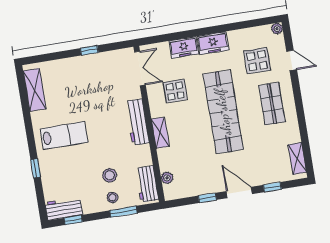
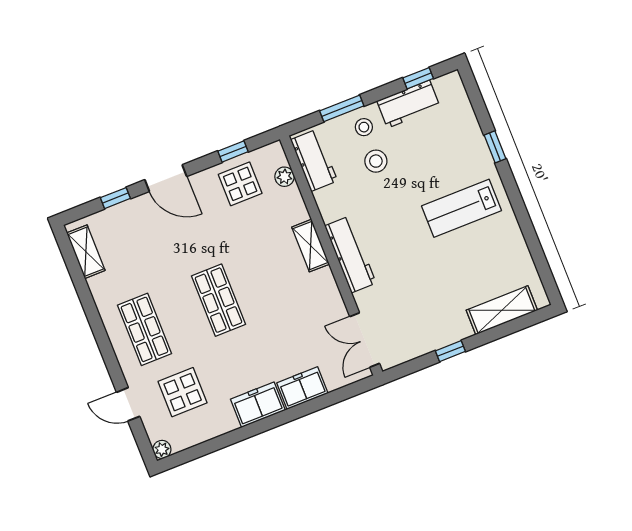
shelving: (35, 90) -> (502, 310), moved, turned 90
display table: (175, 91) -> (240, 184), moved
shop shelf: (223, 112) -> (218, 300), width x0.50, depth x0.74
window: (207, 198) -> (233, 151), moved
workbench: (64, 209) -> (408, 104), moved

